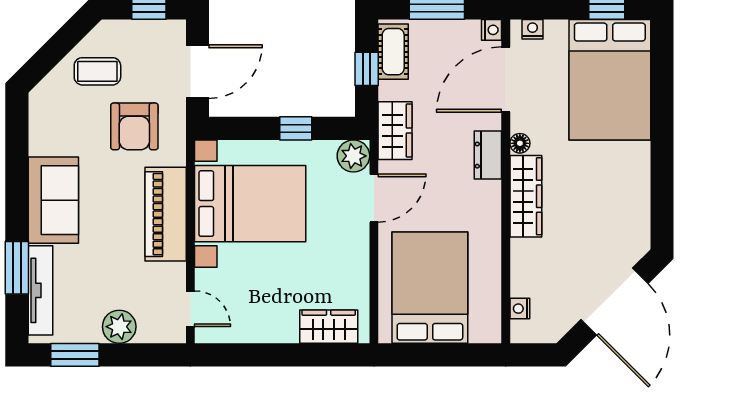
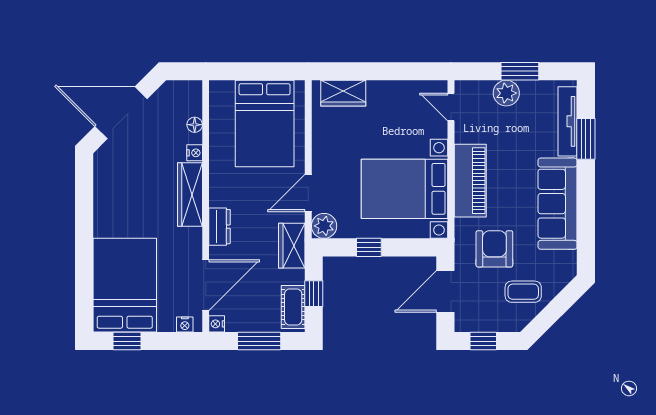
floor lamp: (520, 143) -> (195, 125), moved
sofa: (53, 200) -> (557, 204), width x1.36
door: (614, 302) -> (121, 113), hinge flipped
nightstand: (520, 309) -> (195, 153), moved
window: (75, 355) -> (520, 71), moved

